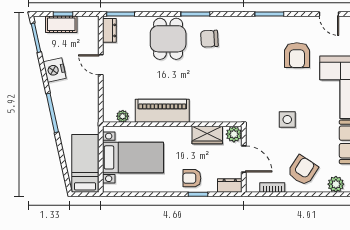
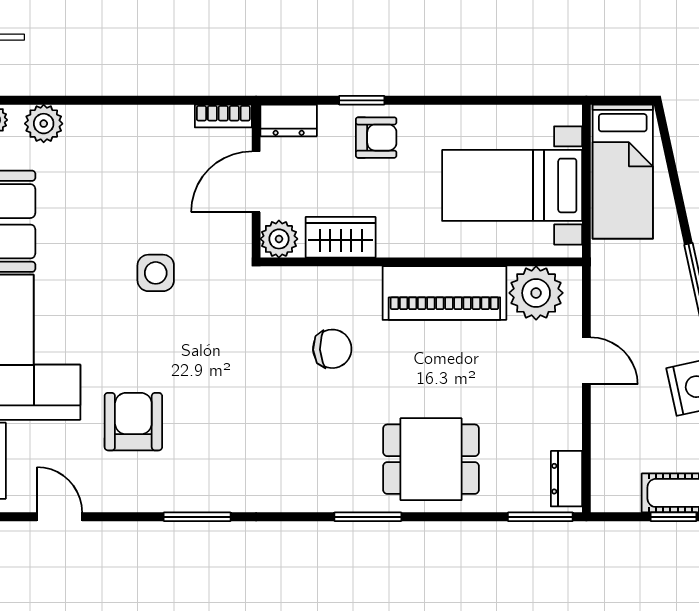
dining table: (168, 39) -> (431, 459), turned 90
chair: (209, 39) -> (332, 349), moved
door: (101, 65) -> (586, 361), moved
plant: (123, 116) -> (536, 293), width x1.88, depth x1.88
door: (244, 159) -> (256, 182), hinge flipped
armchair: (303, 170) -> (120, 155), removed
bookcase: (272, 187) -> (223, 116), moved

